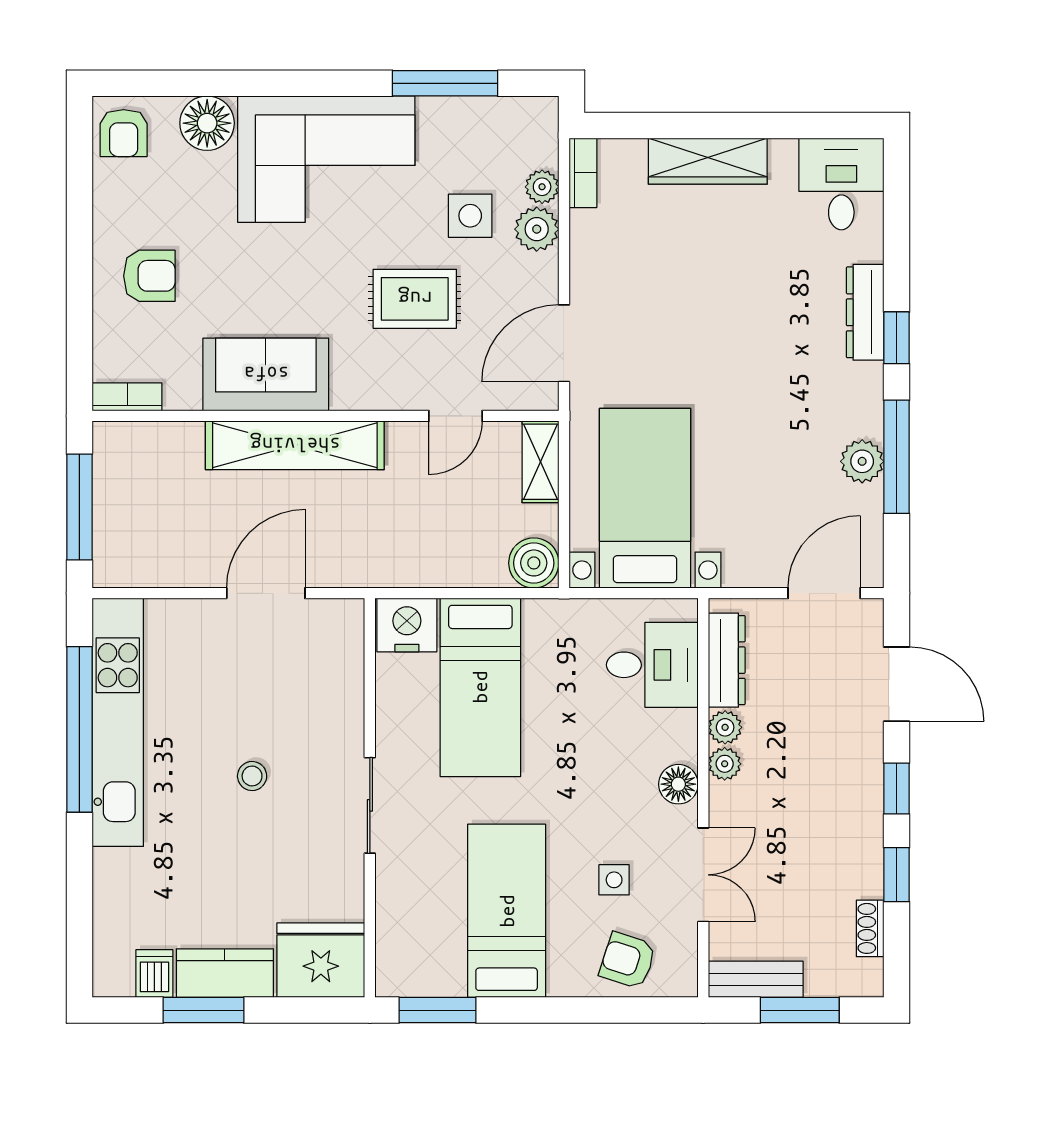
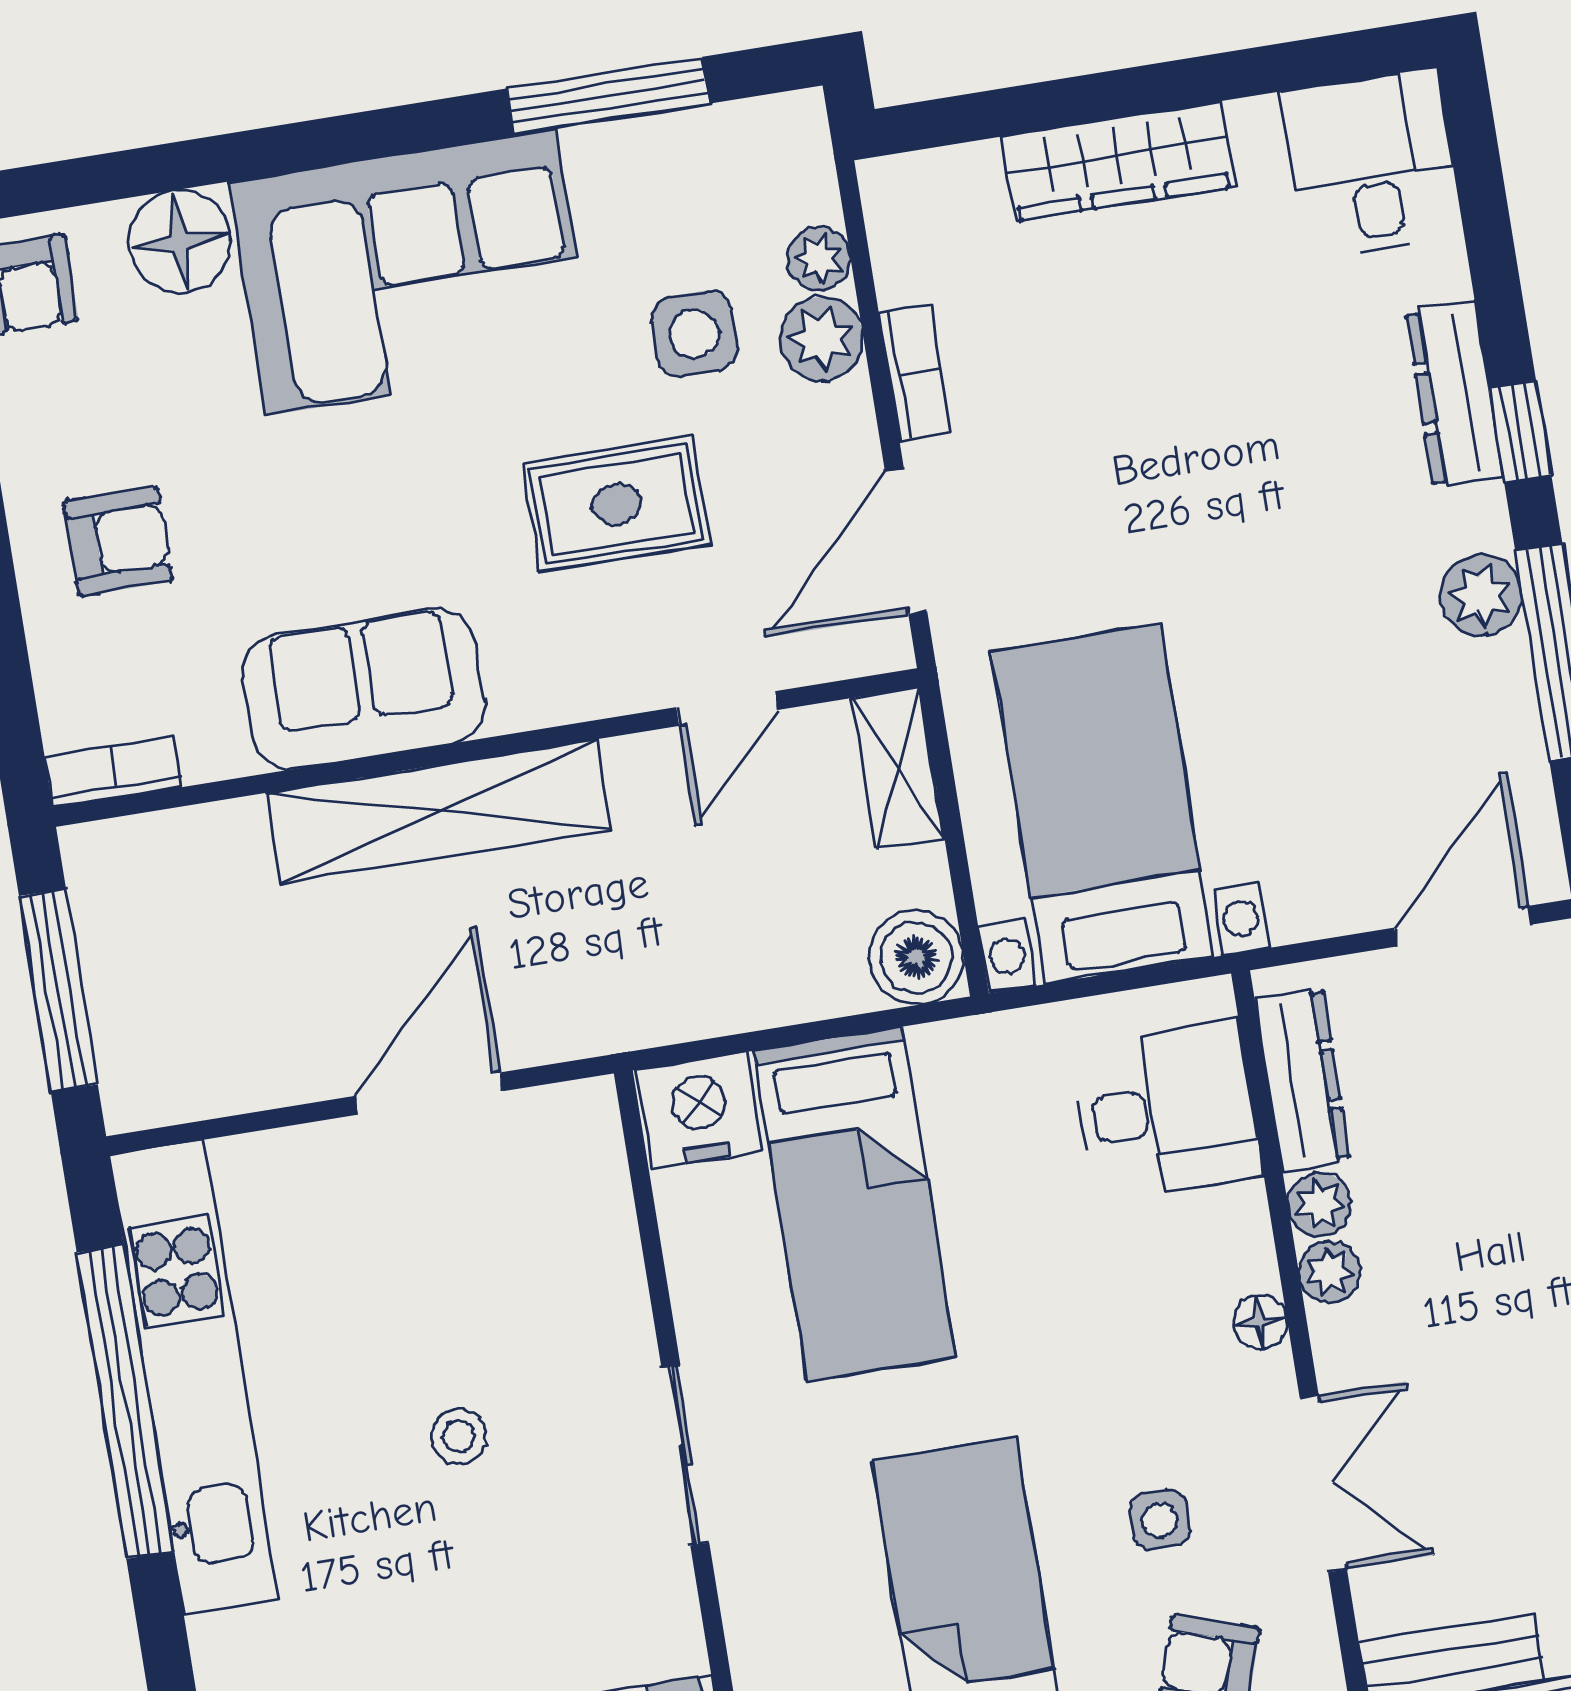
bookcase: (583, 173) -> (915, 373), moved
plant: (862, 461) -> (1481, 595), moved
floor lamp: (678, 784) -> (1260, 1322), width x0.73, depth x0.73

